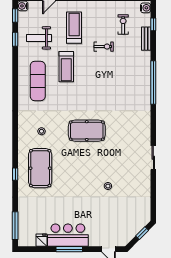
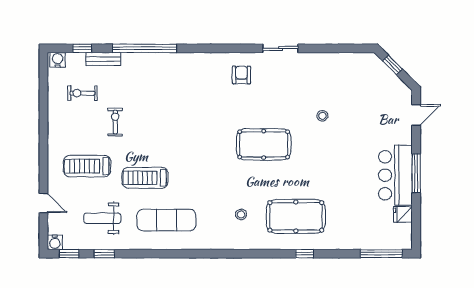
weight bench: (39, 38) -> (102, 218), turned 90
treadmill: (66, 67) -> (145, 178), turned 180
window: (153, 83) -> (145, 48), moved
pool table: (87, 131) -> (264, 144), moved, turned 90
armchair: (135, 132) -> (241, 75), added

